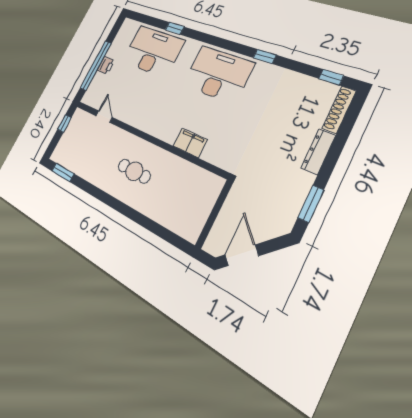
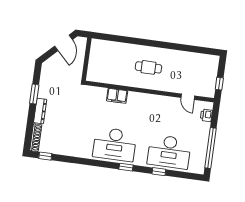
window: (265, 56) -> (126, 167), moved
printer: (106, 65) -> (206, 115), moved
window: (96, 66) -> (210, 148), moved
window: (63, 172) -> (203, 50), removed
window: (311, 204) -> (34, 94), moved

